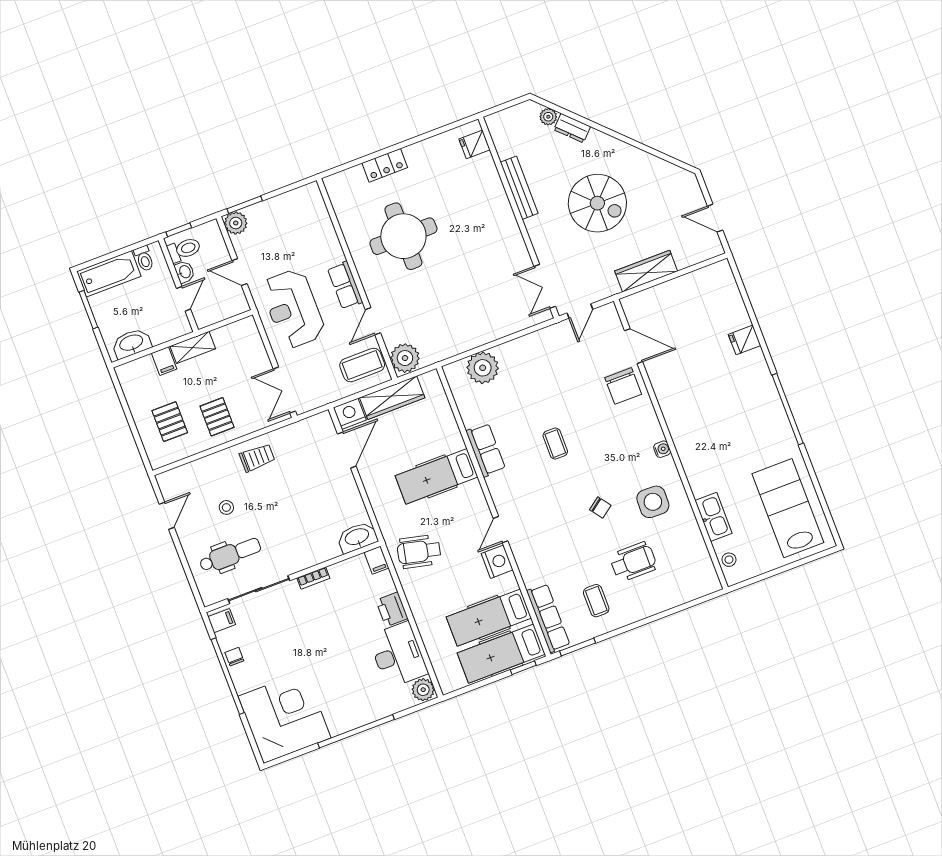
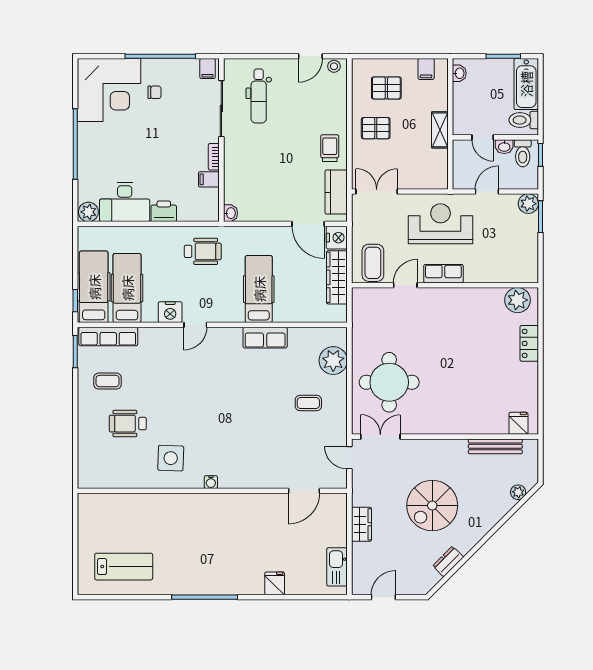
dresser: (572, 128) -> (448, 561), moved
bench: (519, 188) -> (495, 446), moved
round table: (403, 236) -> (389, 382), moved
toilet: (144, 258) -> (524, 120), width x1.37, depth x1.39
wardrobe: (646, 271) -> (361, 524), width x0.67
door: (373, 321) -> (405, 285), hinge flipped
washbasin: (131, 343) -> (459, 73), width x0.52, depth x0.69
plant: (405, 358) -> (518, 300), moved
filing cabinet: (164, 361) -> (426, 69), moved, turned -90
chair: (623, 386) -> (275, 470), removed
kitchen counter: (301, 433) -> (336, 192), added
coffee table: (555, 444) -> (308, 403), moved
trolley: (257, 458) -> (330, 148), turned 180
stool: (226, 507) -> (334, 66), moved
chair: (600, 507) -> (182, 413), removed
lab bench: (788, 508) -> (124, 567), width x0.73, depth x0.72
door: (167, 516) -> (310, 56), hinge flipped
kitchen sink: (714, 517) -> (337, 567), moved, turned 90
door: (500, 530) -> (195, 325), swing flipped
washbasin: (357, 537) -> (230, 213), width x0.52, depth x0.69
wheelchair: (419, 552) -> (203, 251), turned 77
filing cabinet: (376, 560) -> (209, 179), moved
stool: (729, 560) -> (100, 502), removed
wheelchair: (633, 562) -> (128, 424), turned 90
chair: (234, 657) -> (155, 92), moved

